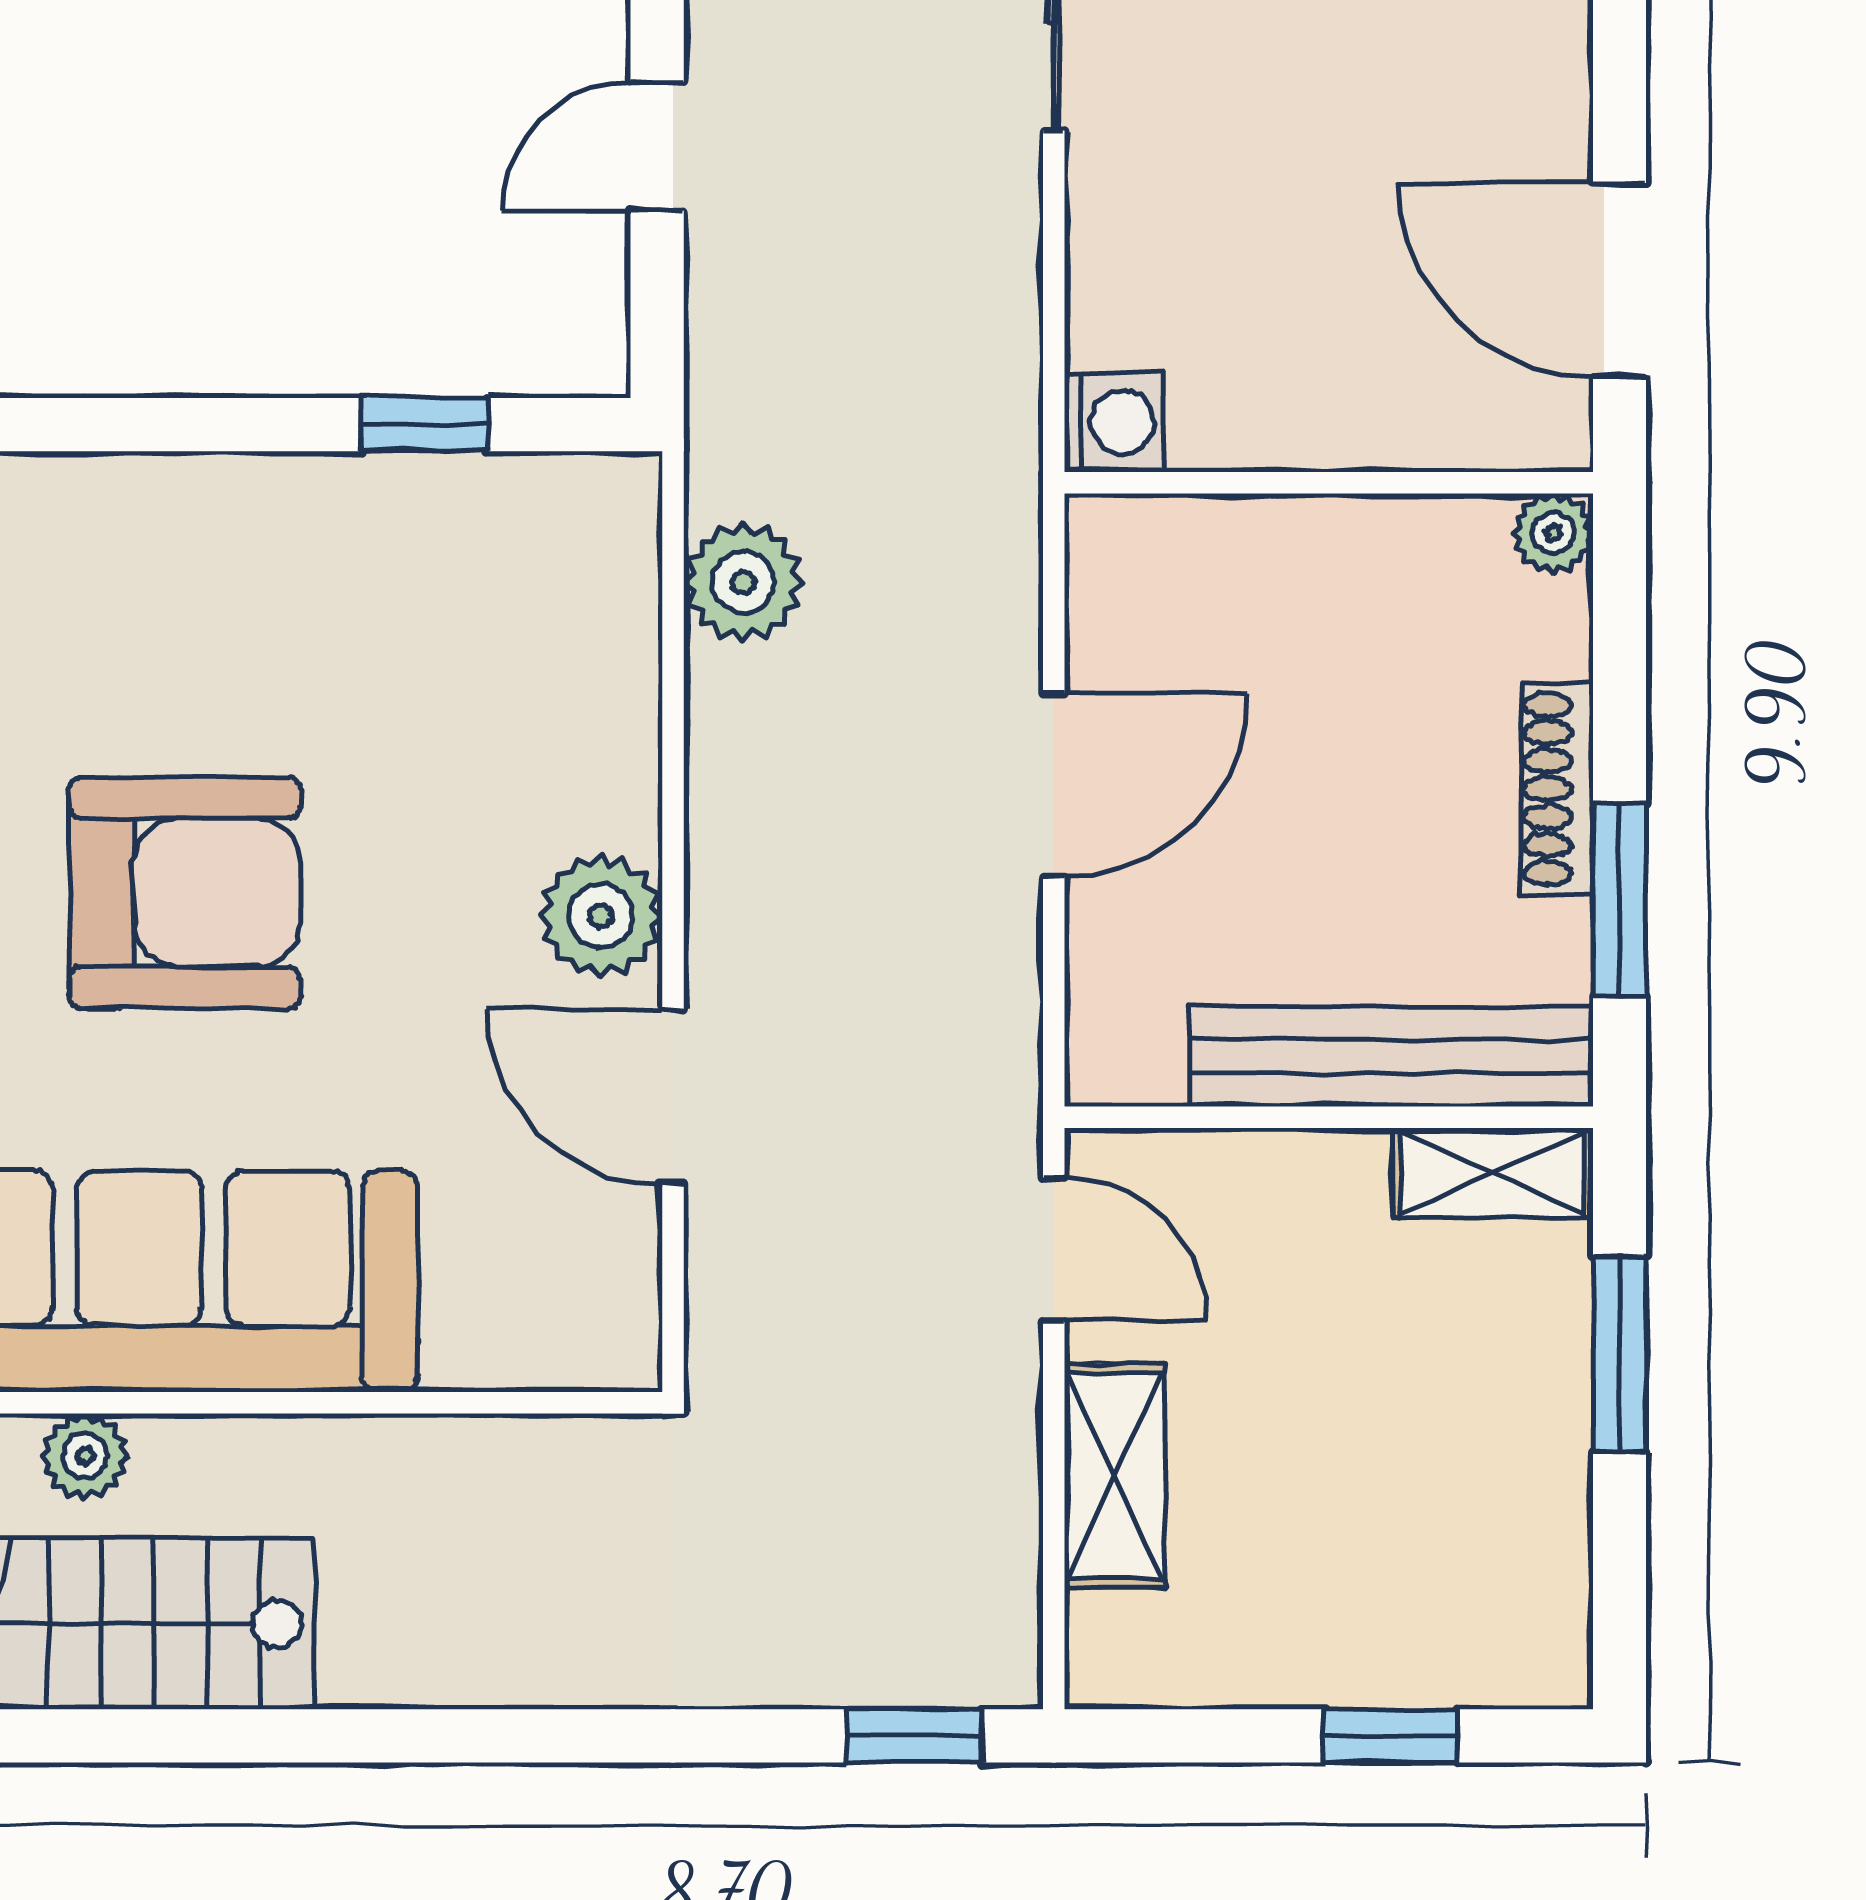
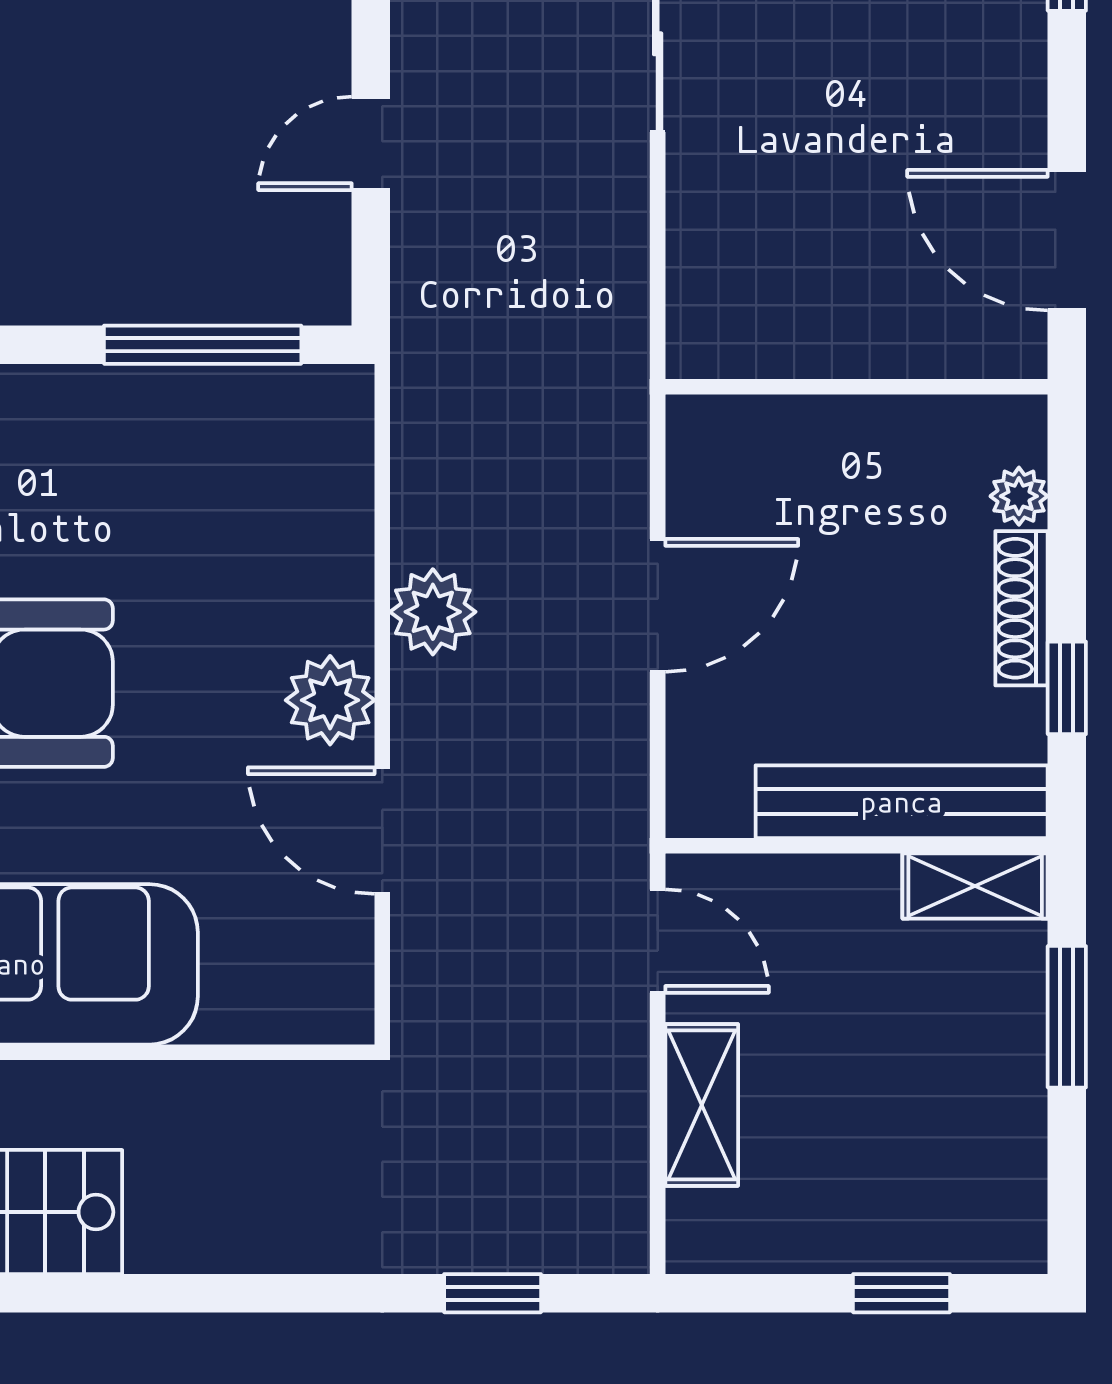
washing machine: (1114, 422) -> (701, 343), removed
window: (425, 425) -> (203, 345), width x2.17
plant: (1553, 533) -> (1019, 496), moved
plant: (743, 582) -> (433, 612), moved
window: (1619, 899) -> (1067, 688), width x0.67
window: (915, 1736) -> (493, 1293), moved

